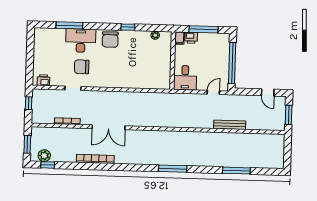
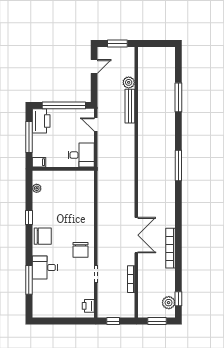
printer: (191, 38) -> (41, 121), moved, width x1.87, depth x1.48
desk: (81, 41) -> (45, 268), width x0.73
chair: (82, 67) -> (80, 250), moved
plant: (252, 124) -> (129, 82), added

